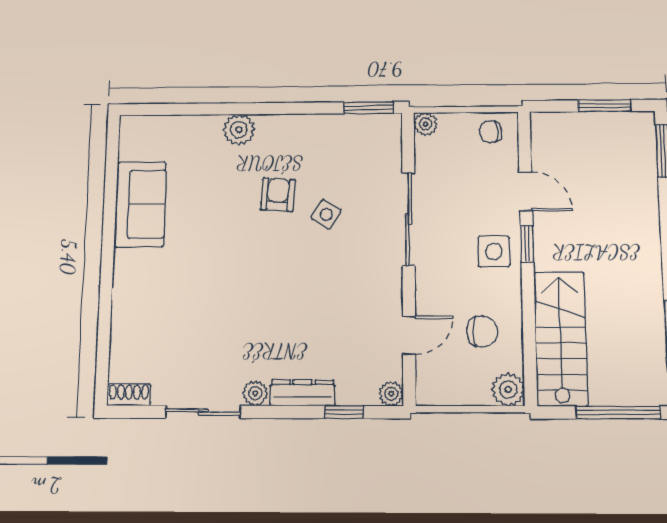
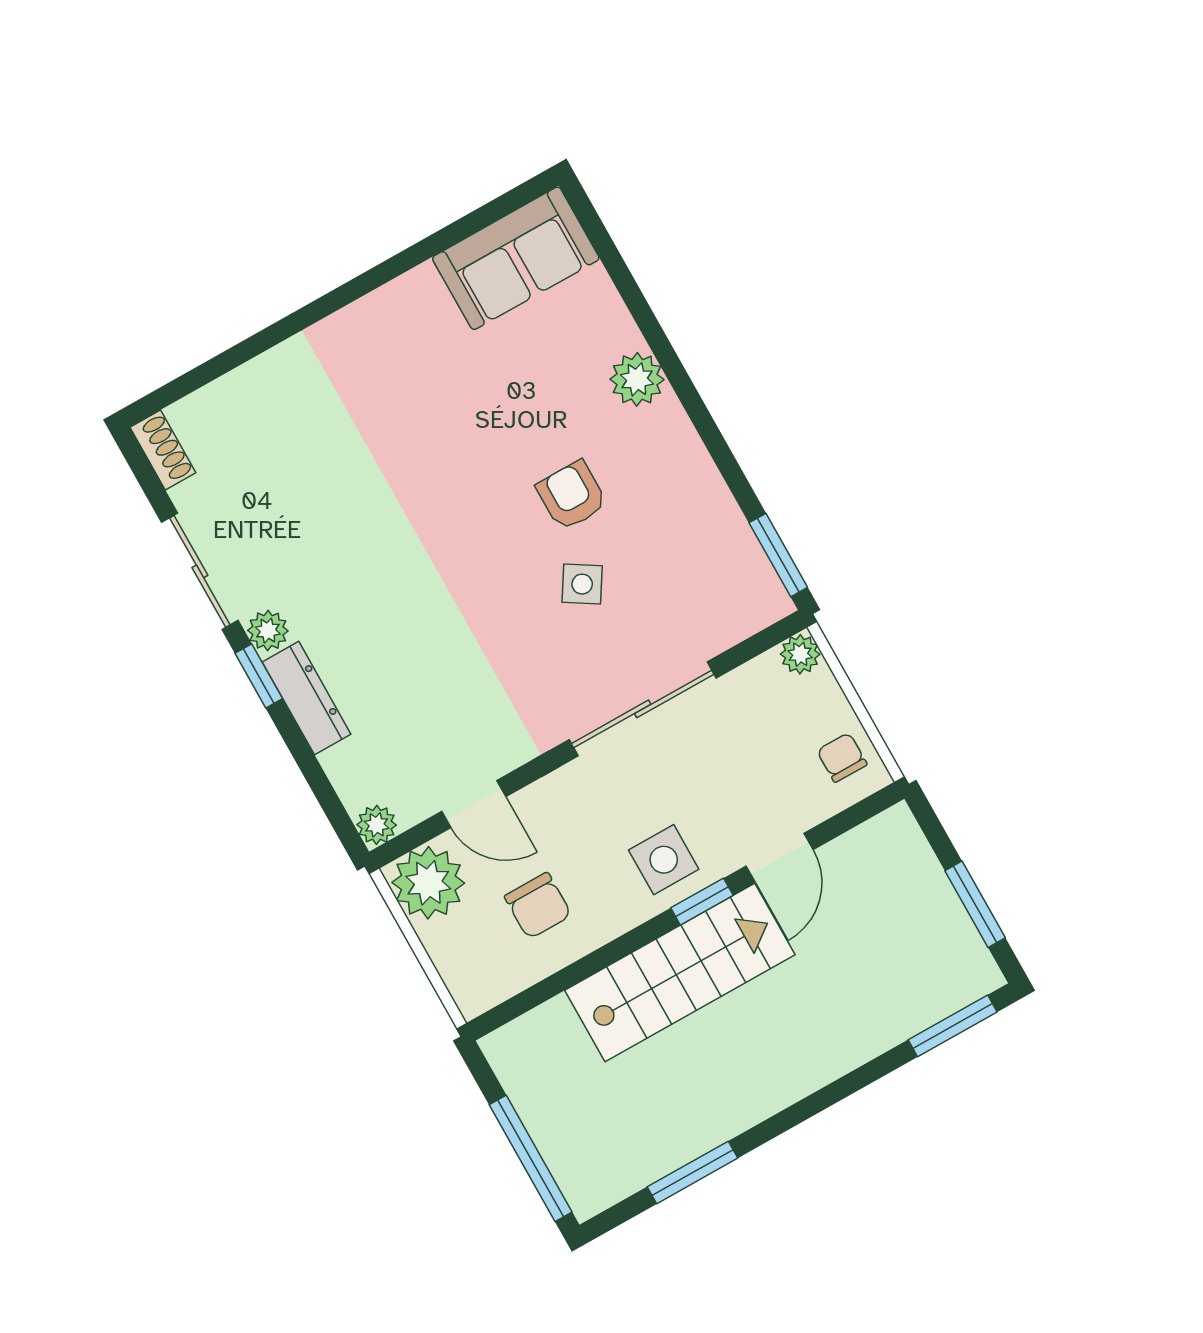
armchair: (278, 195) -> (572, 496), turned -94
sofa: (140, 204) -> (516, 258), moved
stairs: (561, 338) -> (680, 973), moved
plant: (508, 389) -> (428, 883), moved, width x1.36, depth x1.36
window: (344, 412) -> (259, 676), moved

